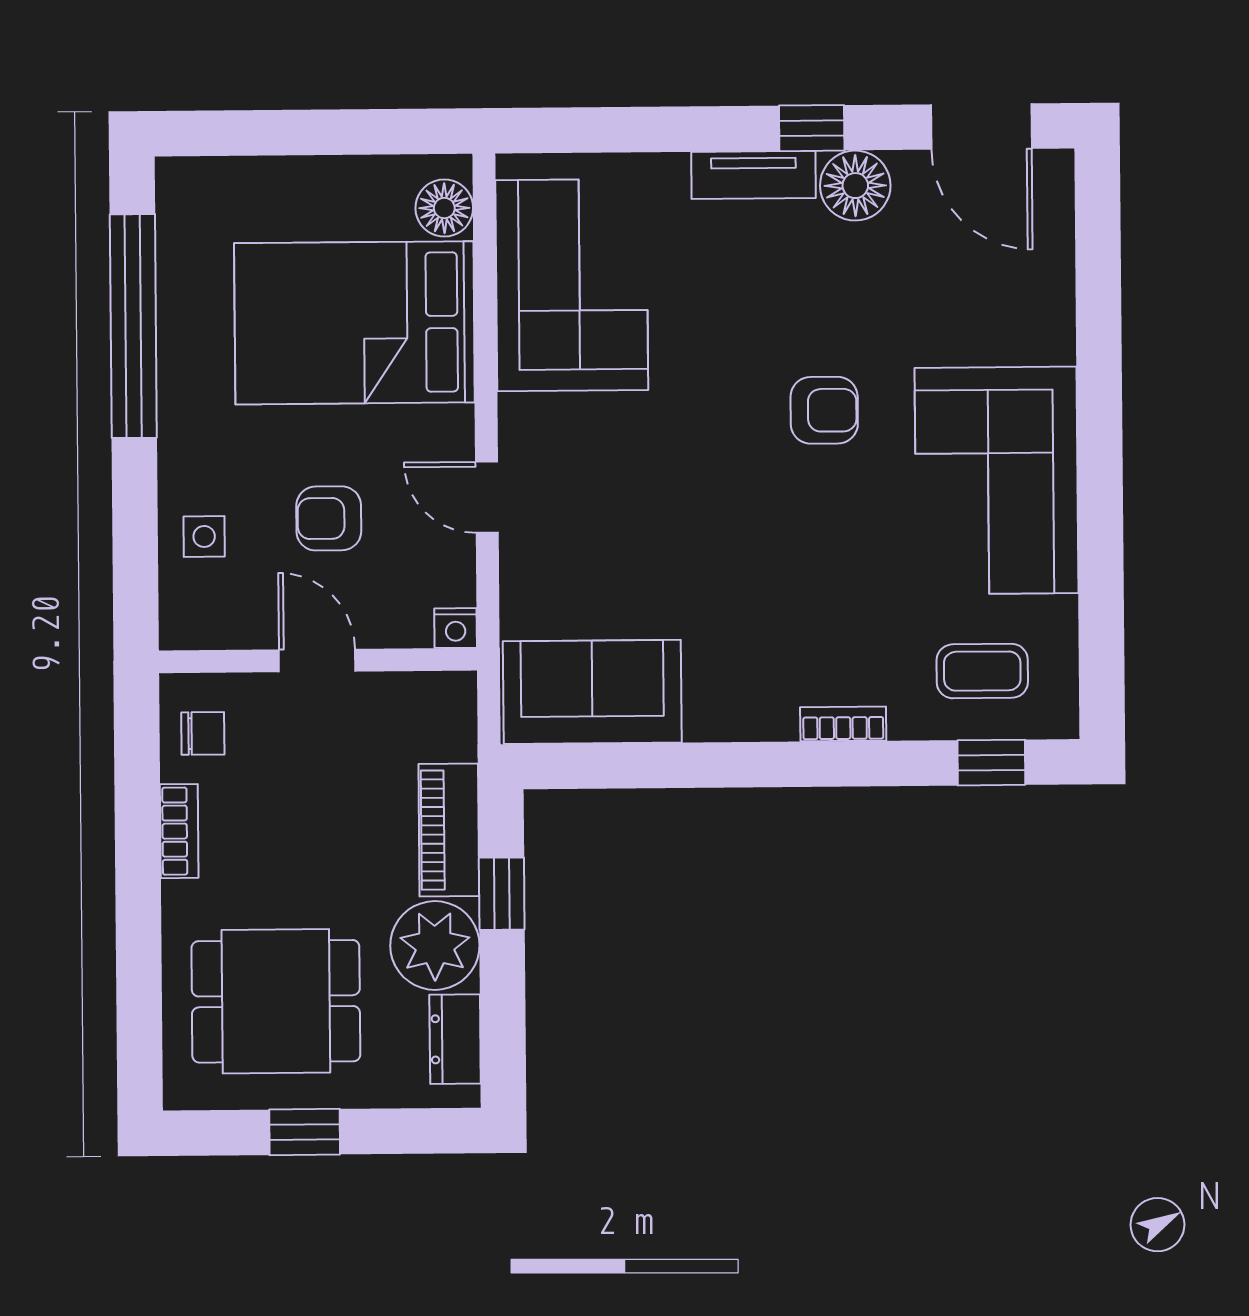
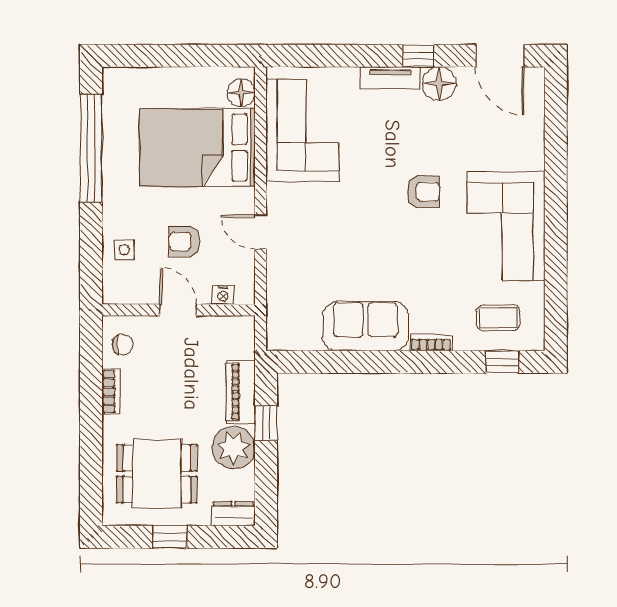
nightstand: (456, 628) -> (223, 295), moved
sofa: (592, 692) -> (365, 326), moved
dresser: (455, 1039) -> (233, 514), moved, turned 90

